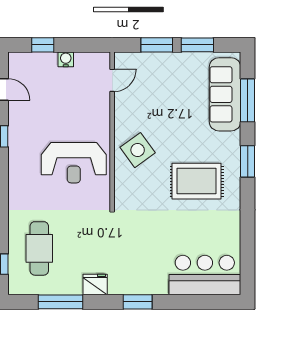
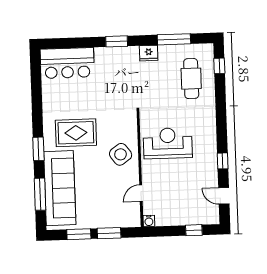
water cooler: (66, 59) -> (149, 221), moved
door: (112, 80) -> (141, 193), moved
sofa: (225, 94) -> (60, 188), width x1.36, depth x1.27

